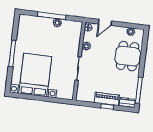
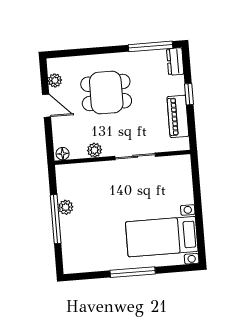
door: (105, 22) -> (46, 106), moved
dining table: (128, 56) -> (106, 93), moved
bed with nightstands: (35, 75) -> (162, 237), width x0.73
piano: (107, 99) -> (178, 116), moved

